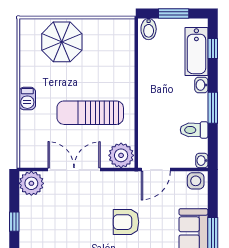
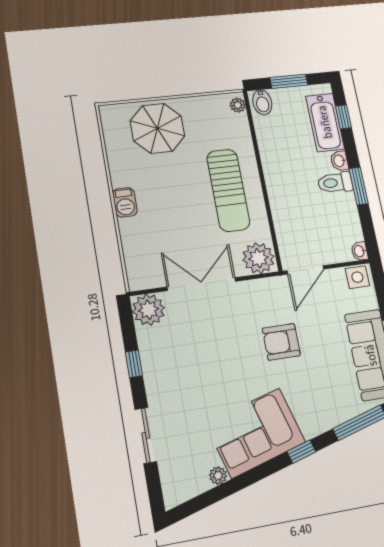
plant: (128, 29) -> (238, 105), added
sun lounger: (90, 113) -> (228, 190), moved, turned -90
toilet: (194, 130) -> (335, 183), moved

